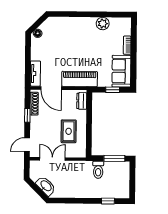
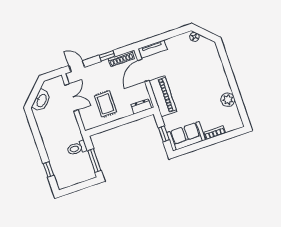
rug: (69, 131) -> (106, 104), turned 90

